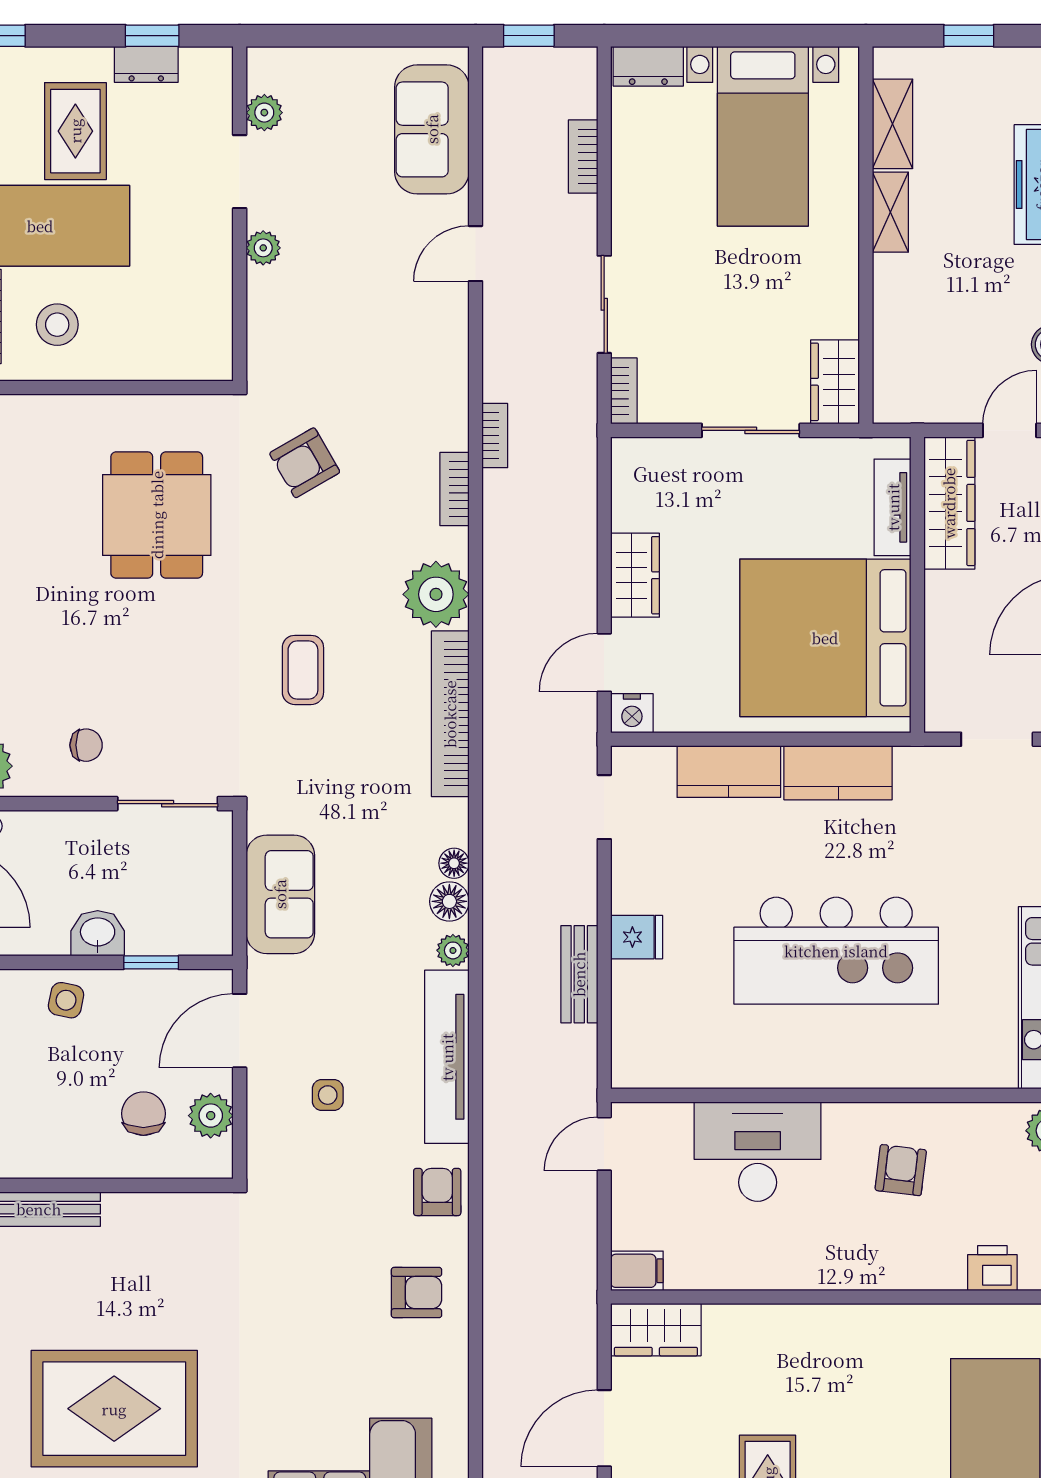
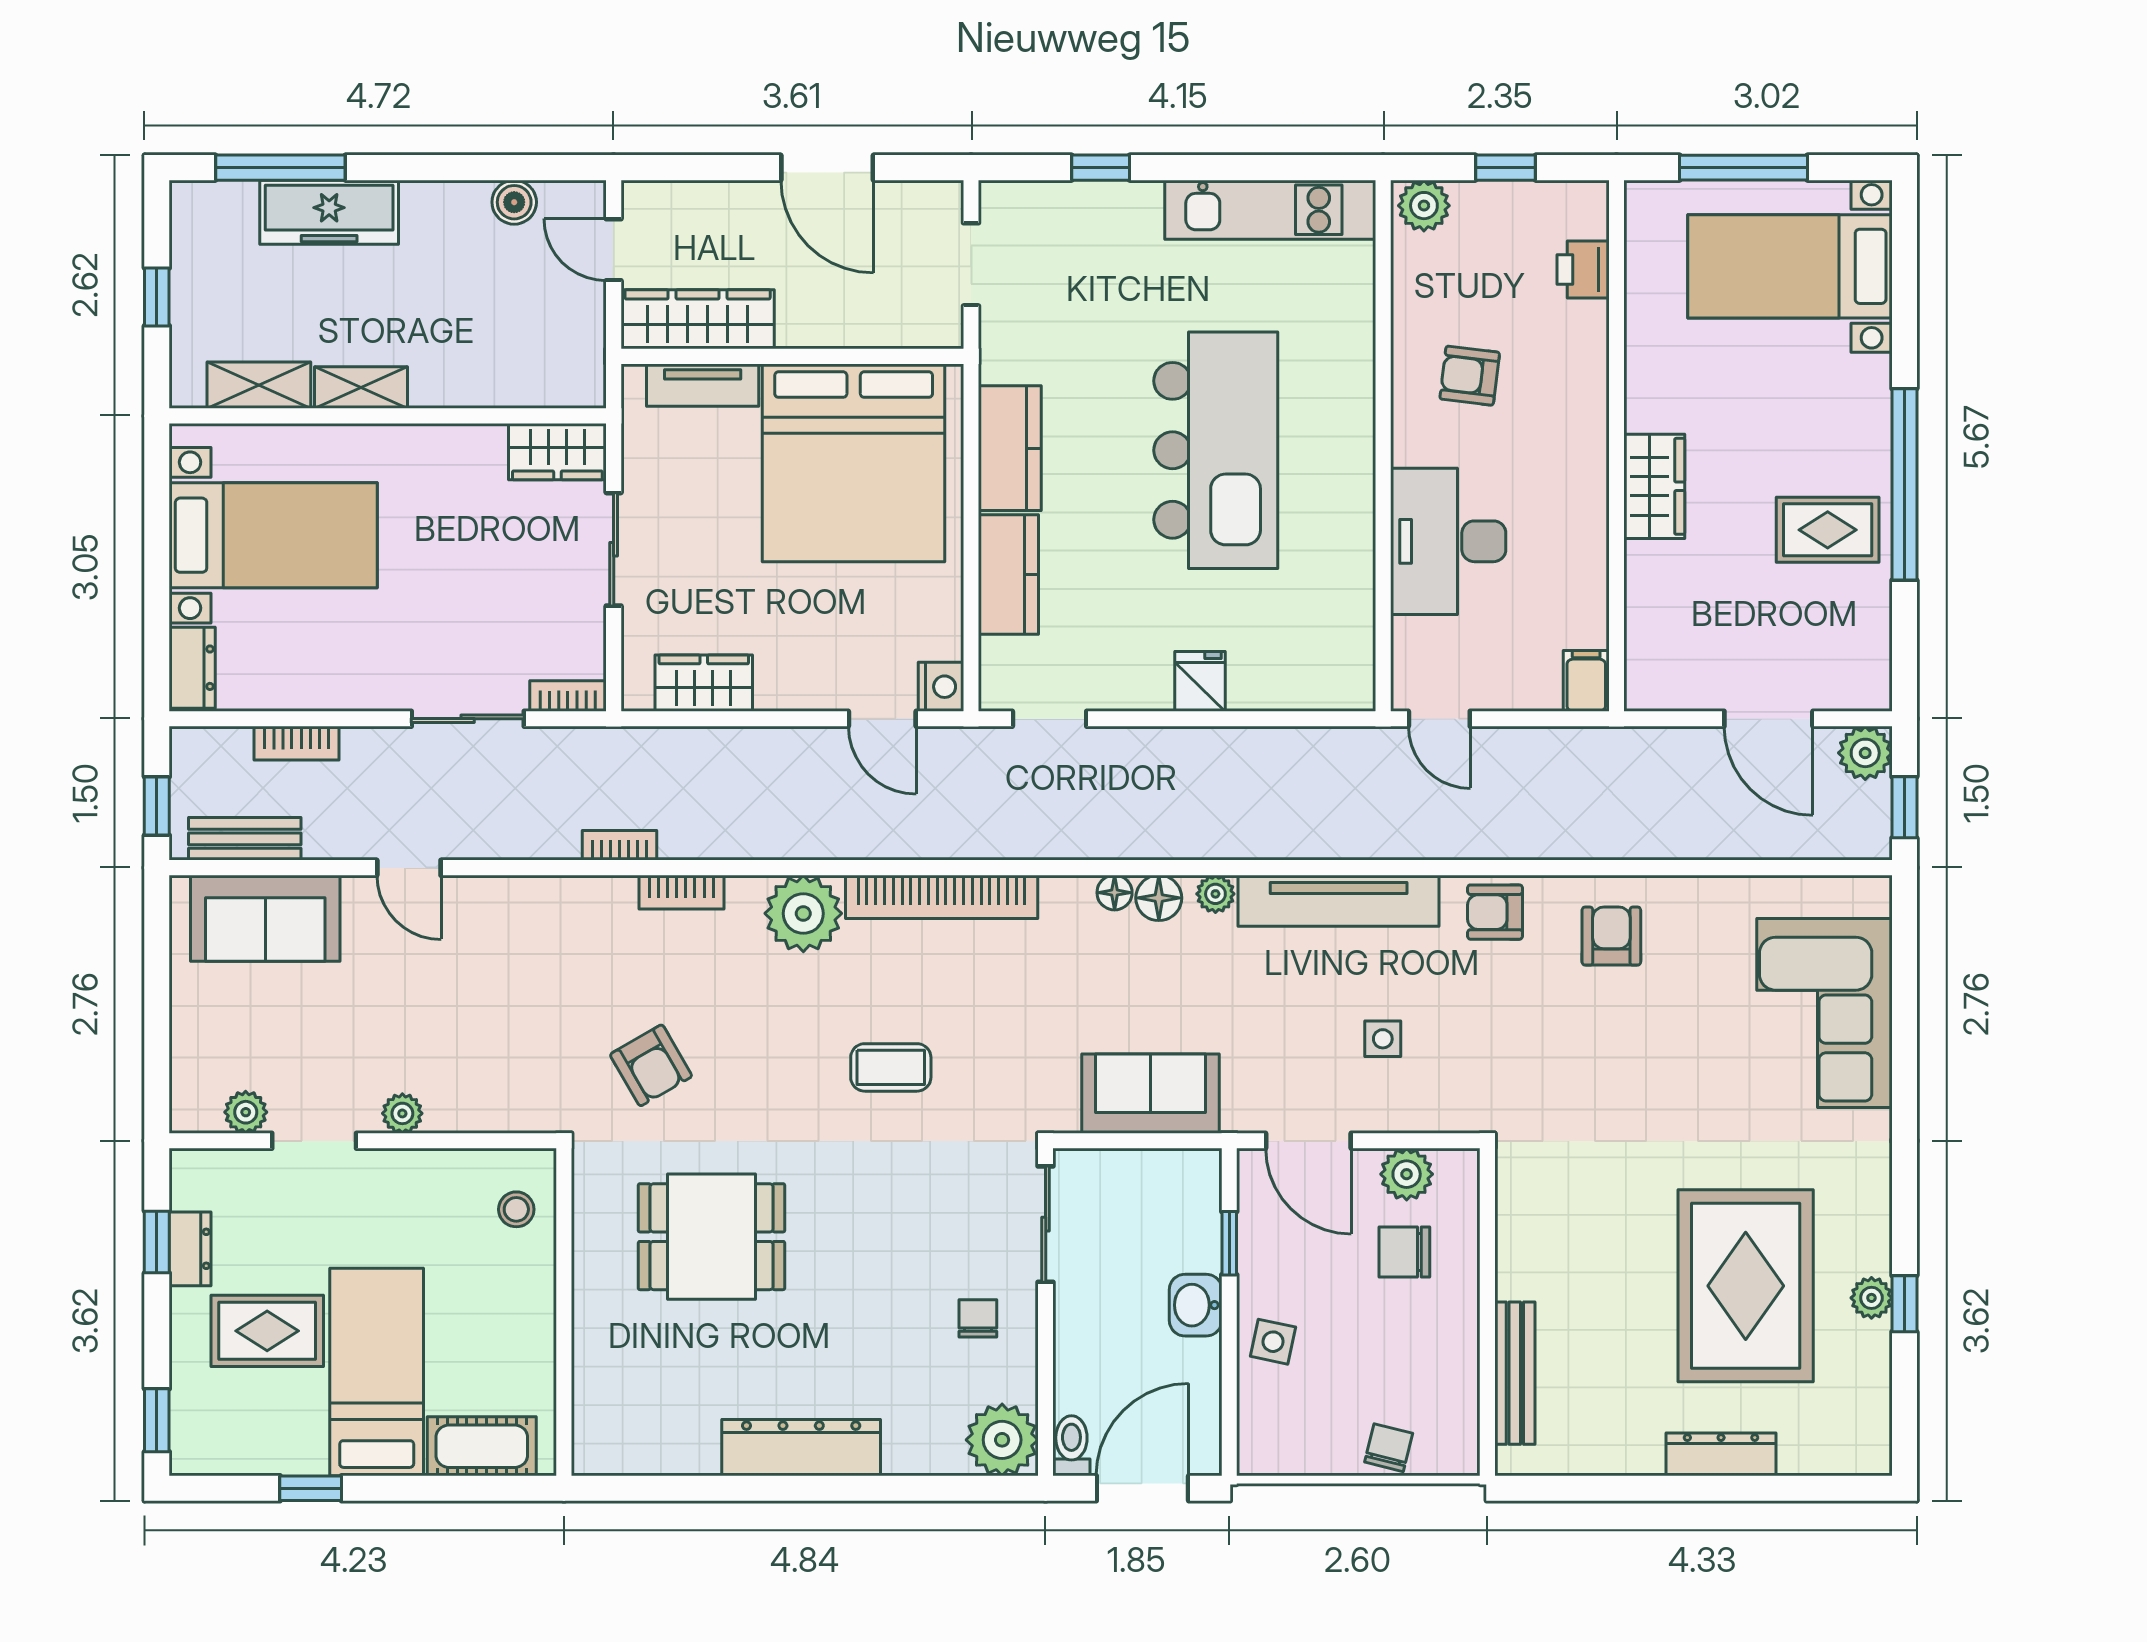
stool: (57, 325) -> (516, 1209), moved, width x0.73, depth x0.73
wardrobe: (635, 575) -> (704, 683), moved
bench: (579, 974) -> (245, 839), moved
wardrobe: (656, 1330) -> (1654, 486), moved

